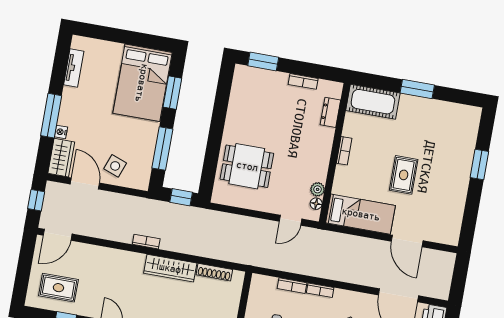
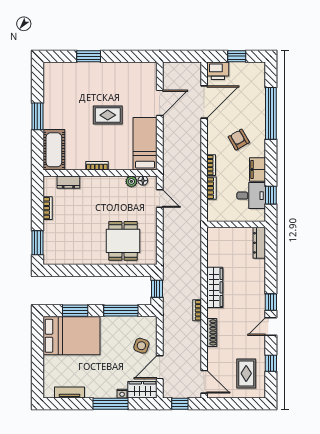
shoe rack: (214, 272) -> (212, 332), moved

